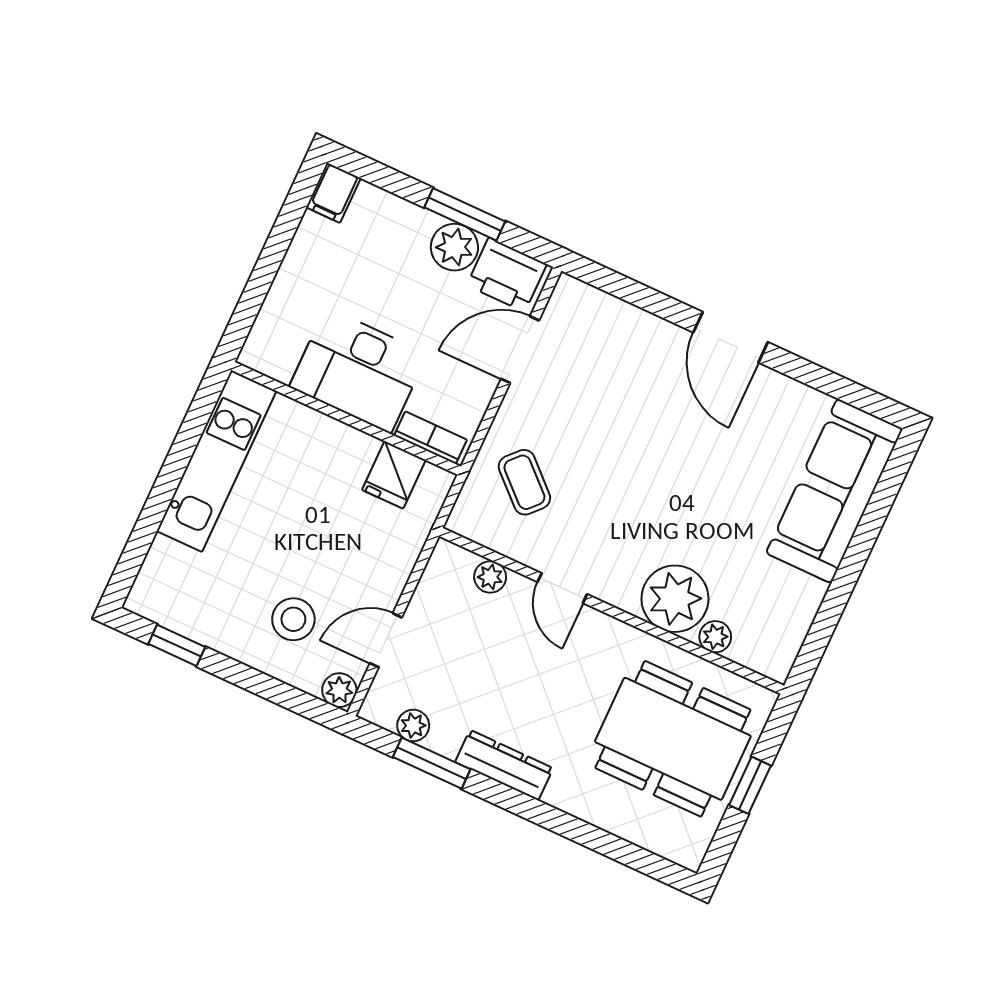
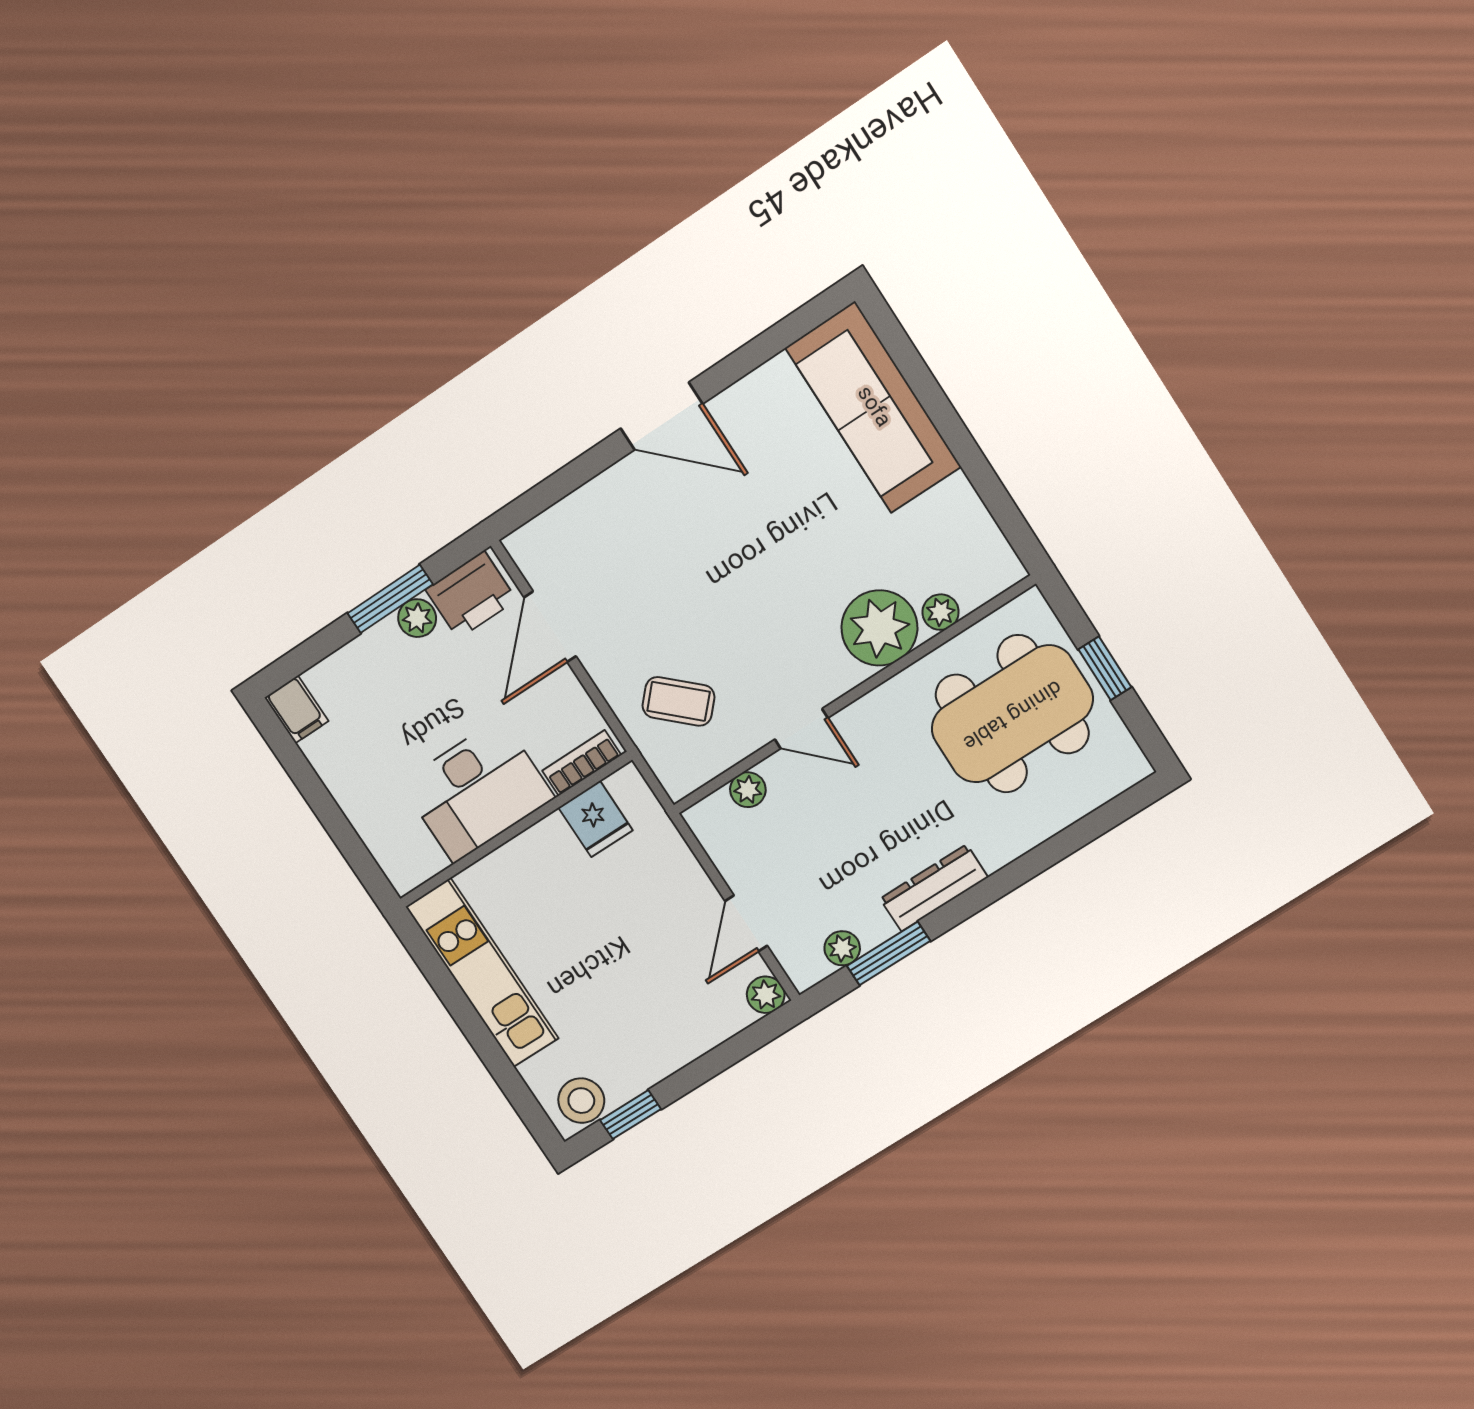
plant: (454, 247) -> (417, 618), width x0.73, depth x0.73
stool: (293, 619) -> (581, 1101), moved

